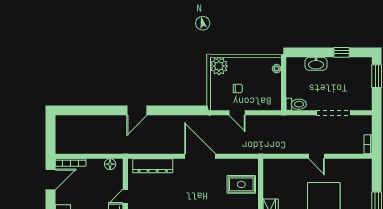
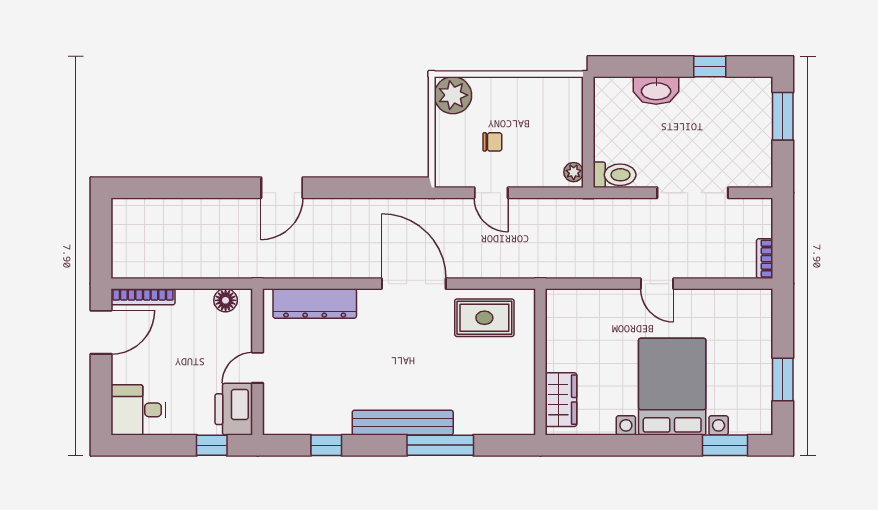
plant: (277, 69) -> (574, 172), moved
rug: (241, 184) -> (484, 318), moved

